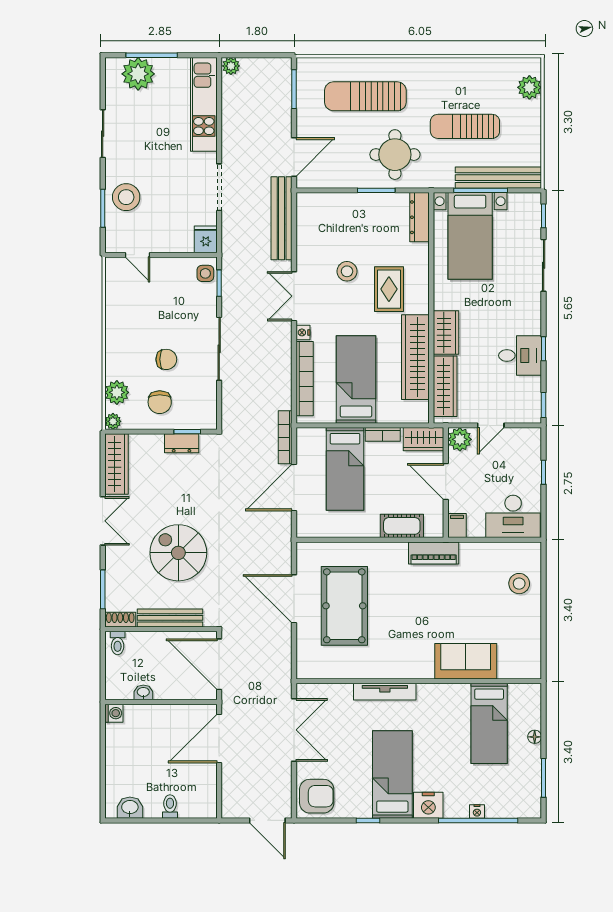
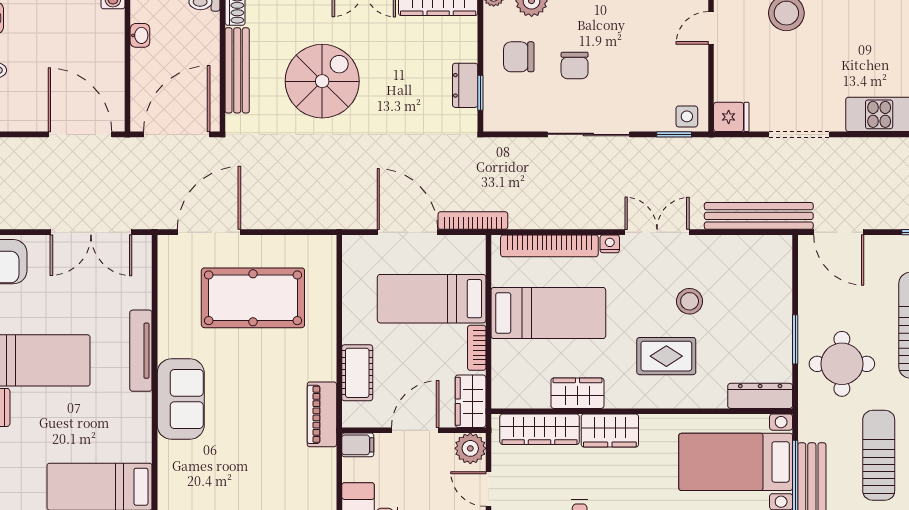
wardrobe: (415, 357) -> (577, 393), width x0.48, depth x0.85
door: (294, 599) -> (209, 232), moved
sofa: (466, 661) -> (181, 399), moved

